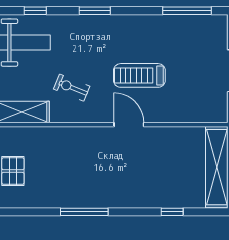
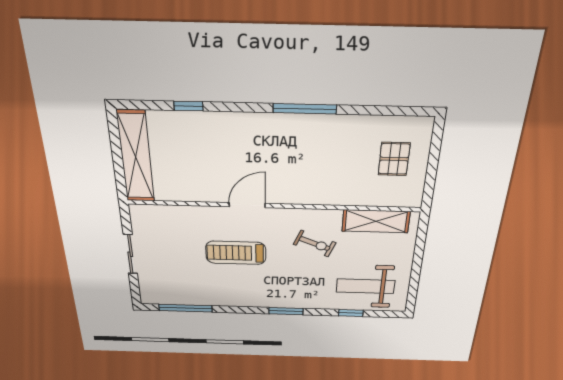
treadmill: (139, 75) -> (236, 253), turned 180
door: (129, 125) -> (247, 205), swing flipped

